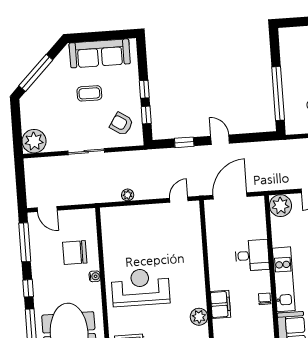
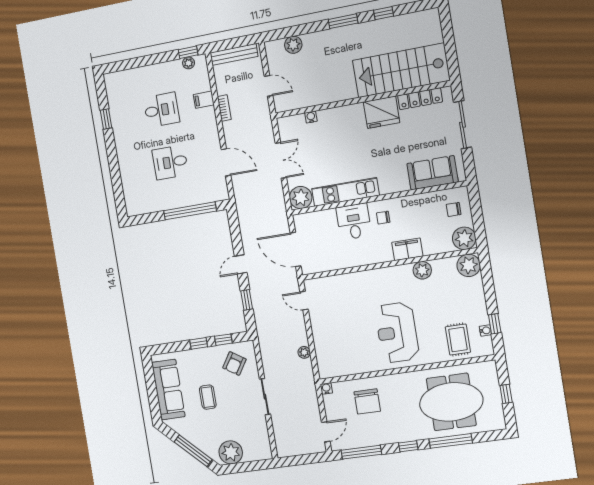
plant: (34, 141) -> (231, 452), moved
water cooler: (95, 276) -> (326, 388), moved
kitchen unit: (284, 279) -> (345, 192), moved
chair: (265, 299) -> (383, 218), moved

